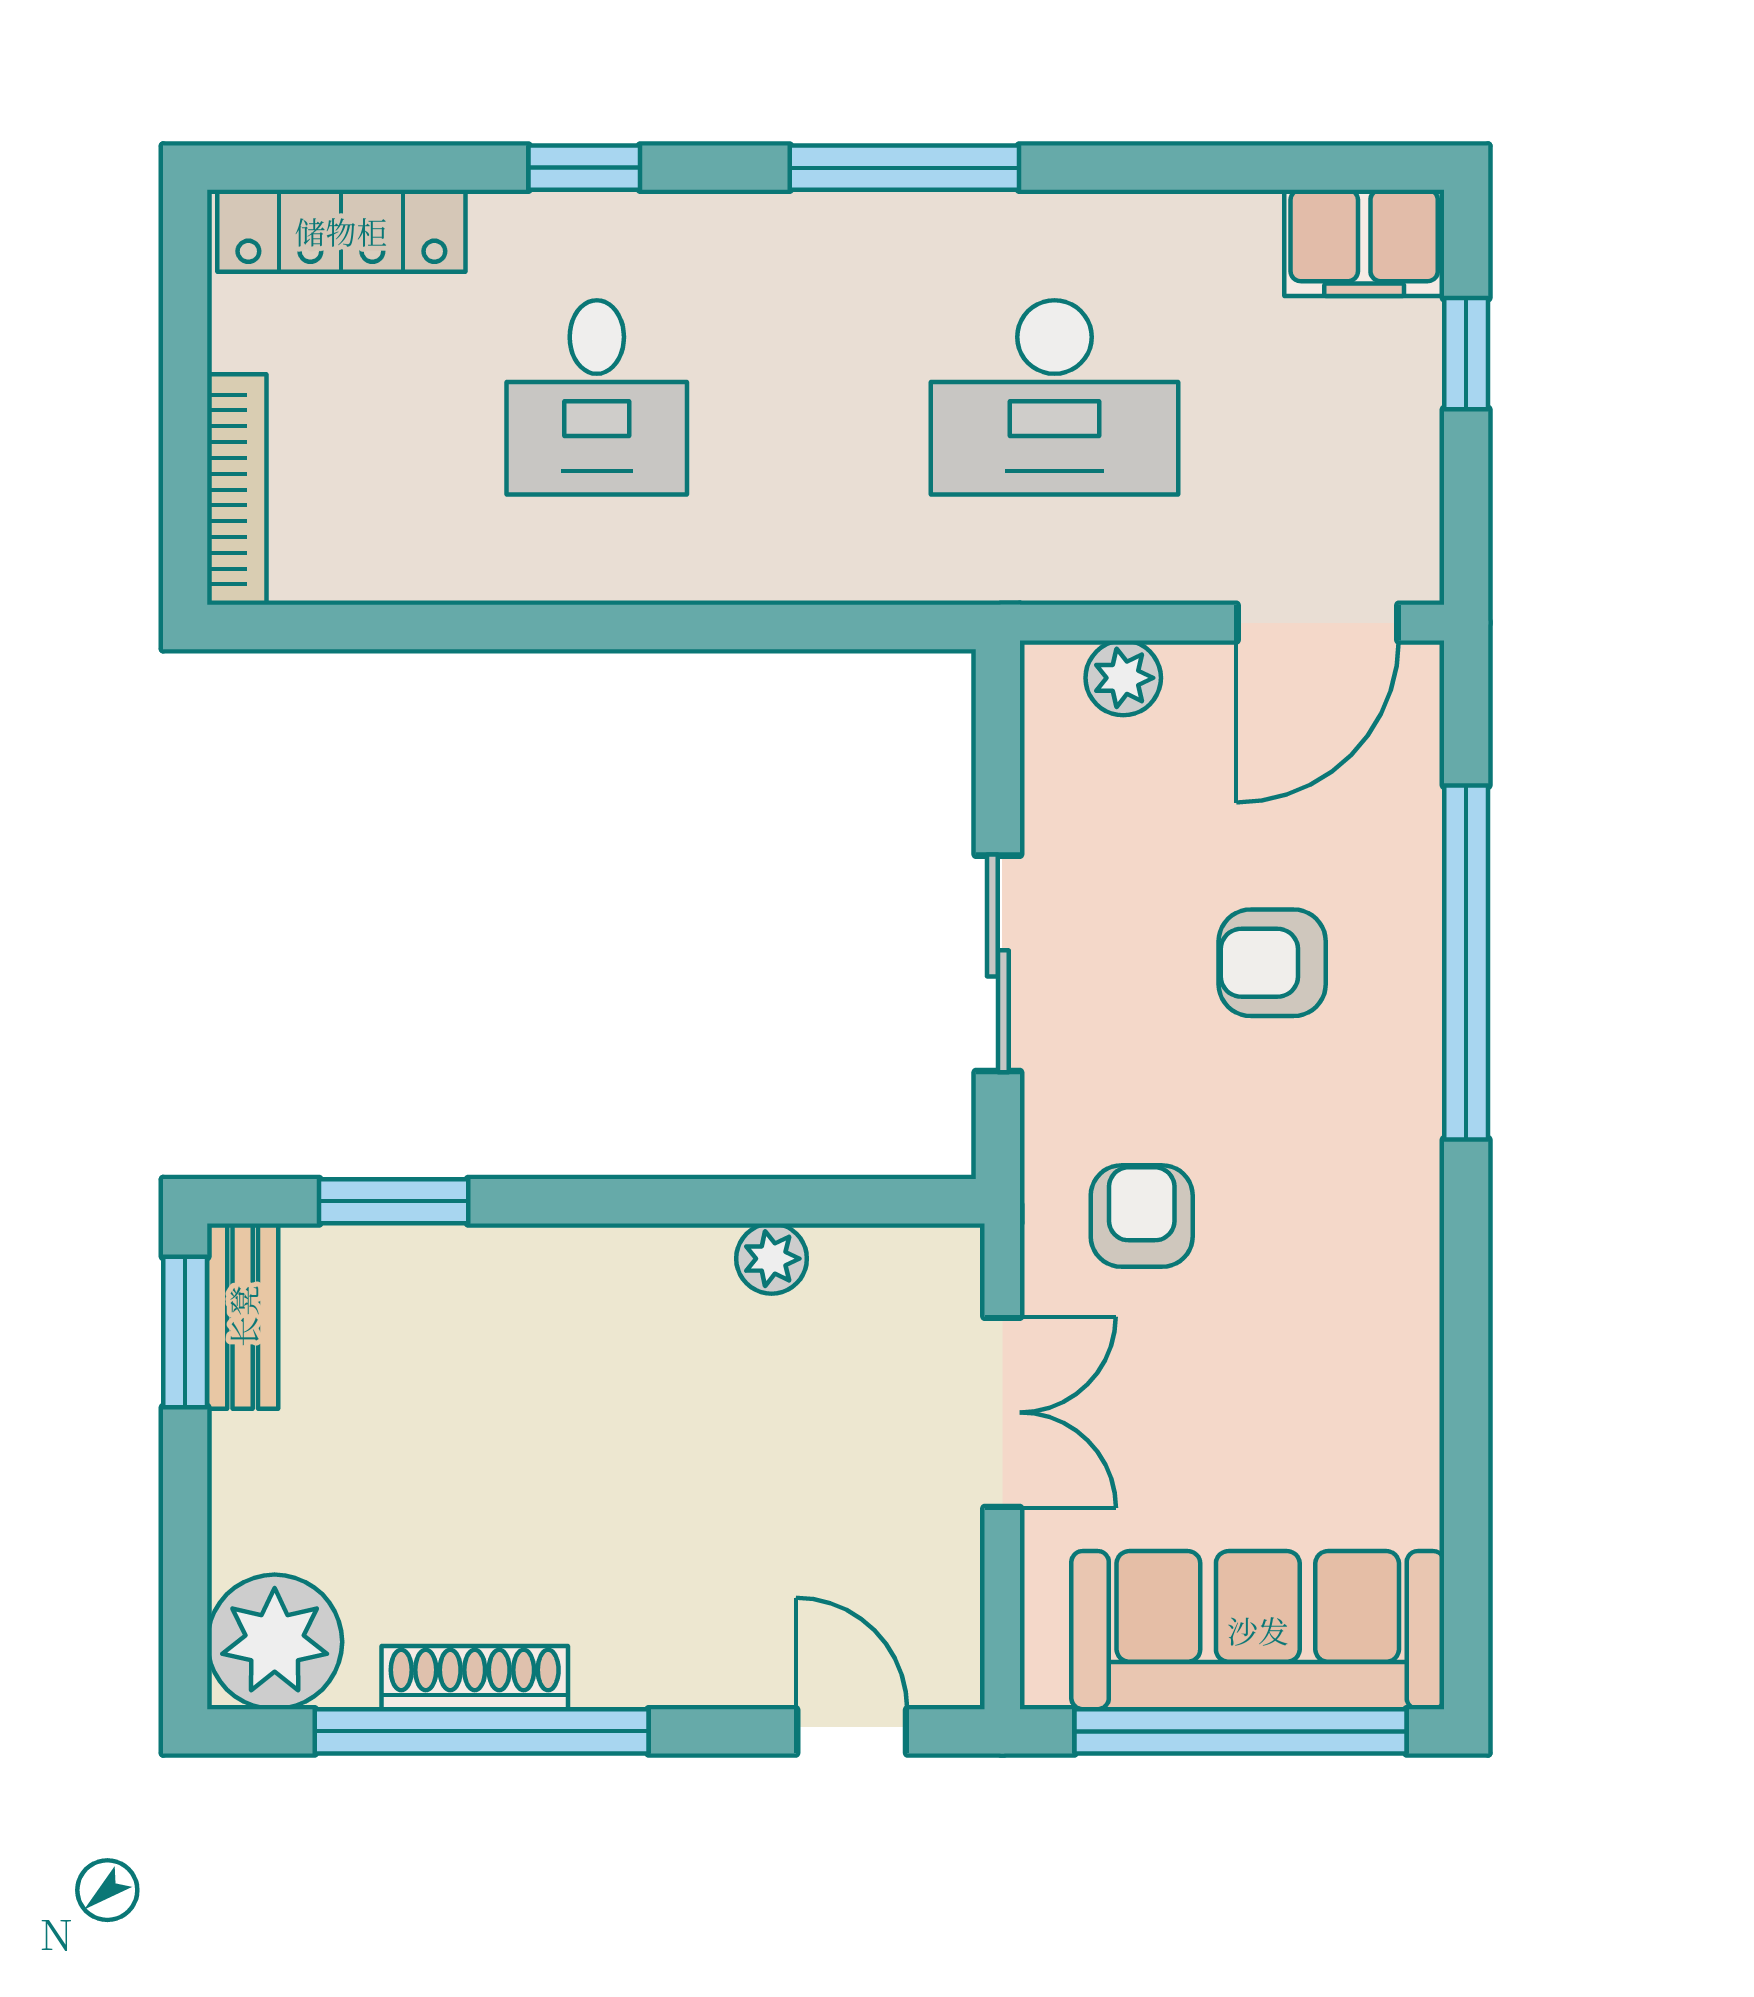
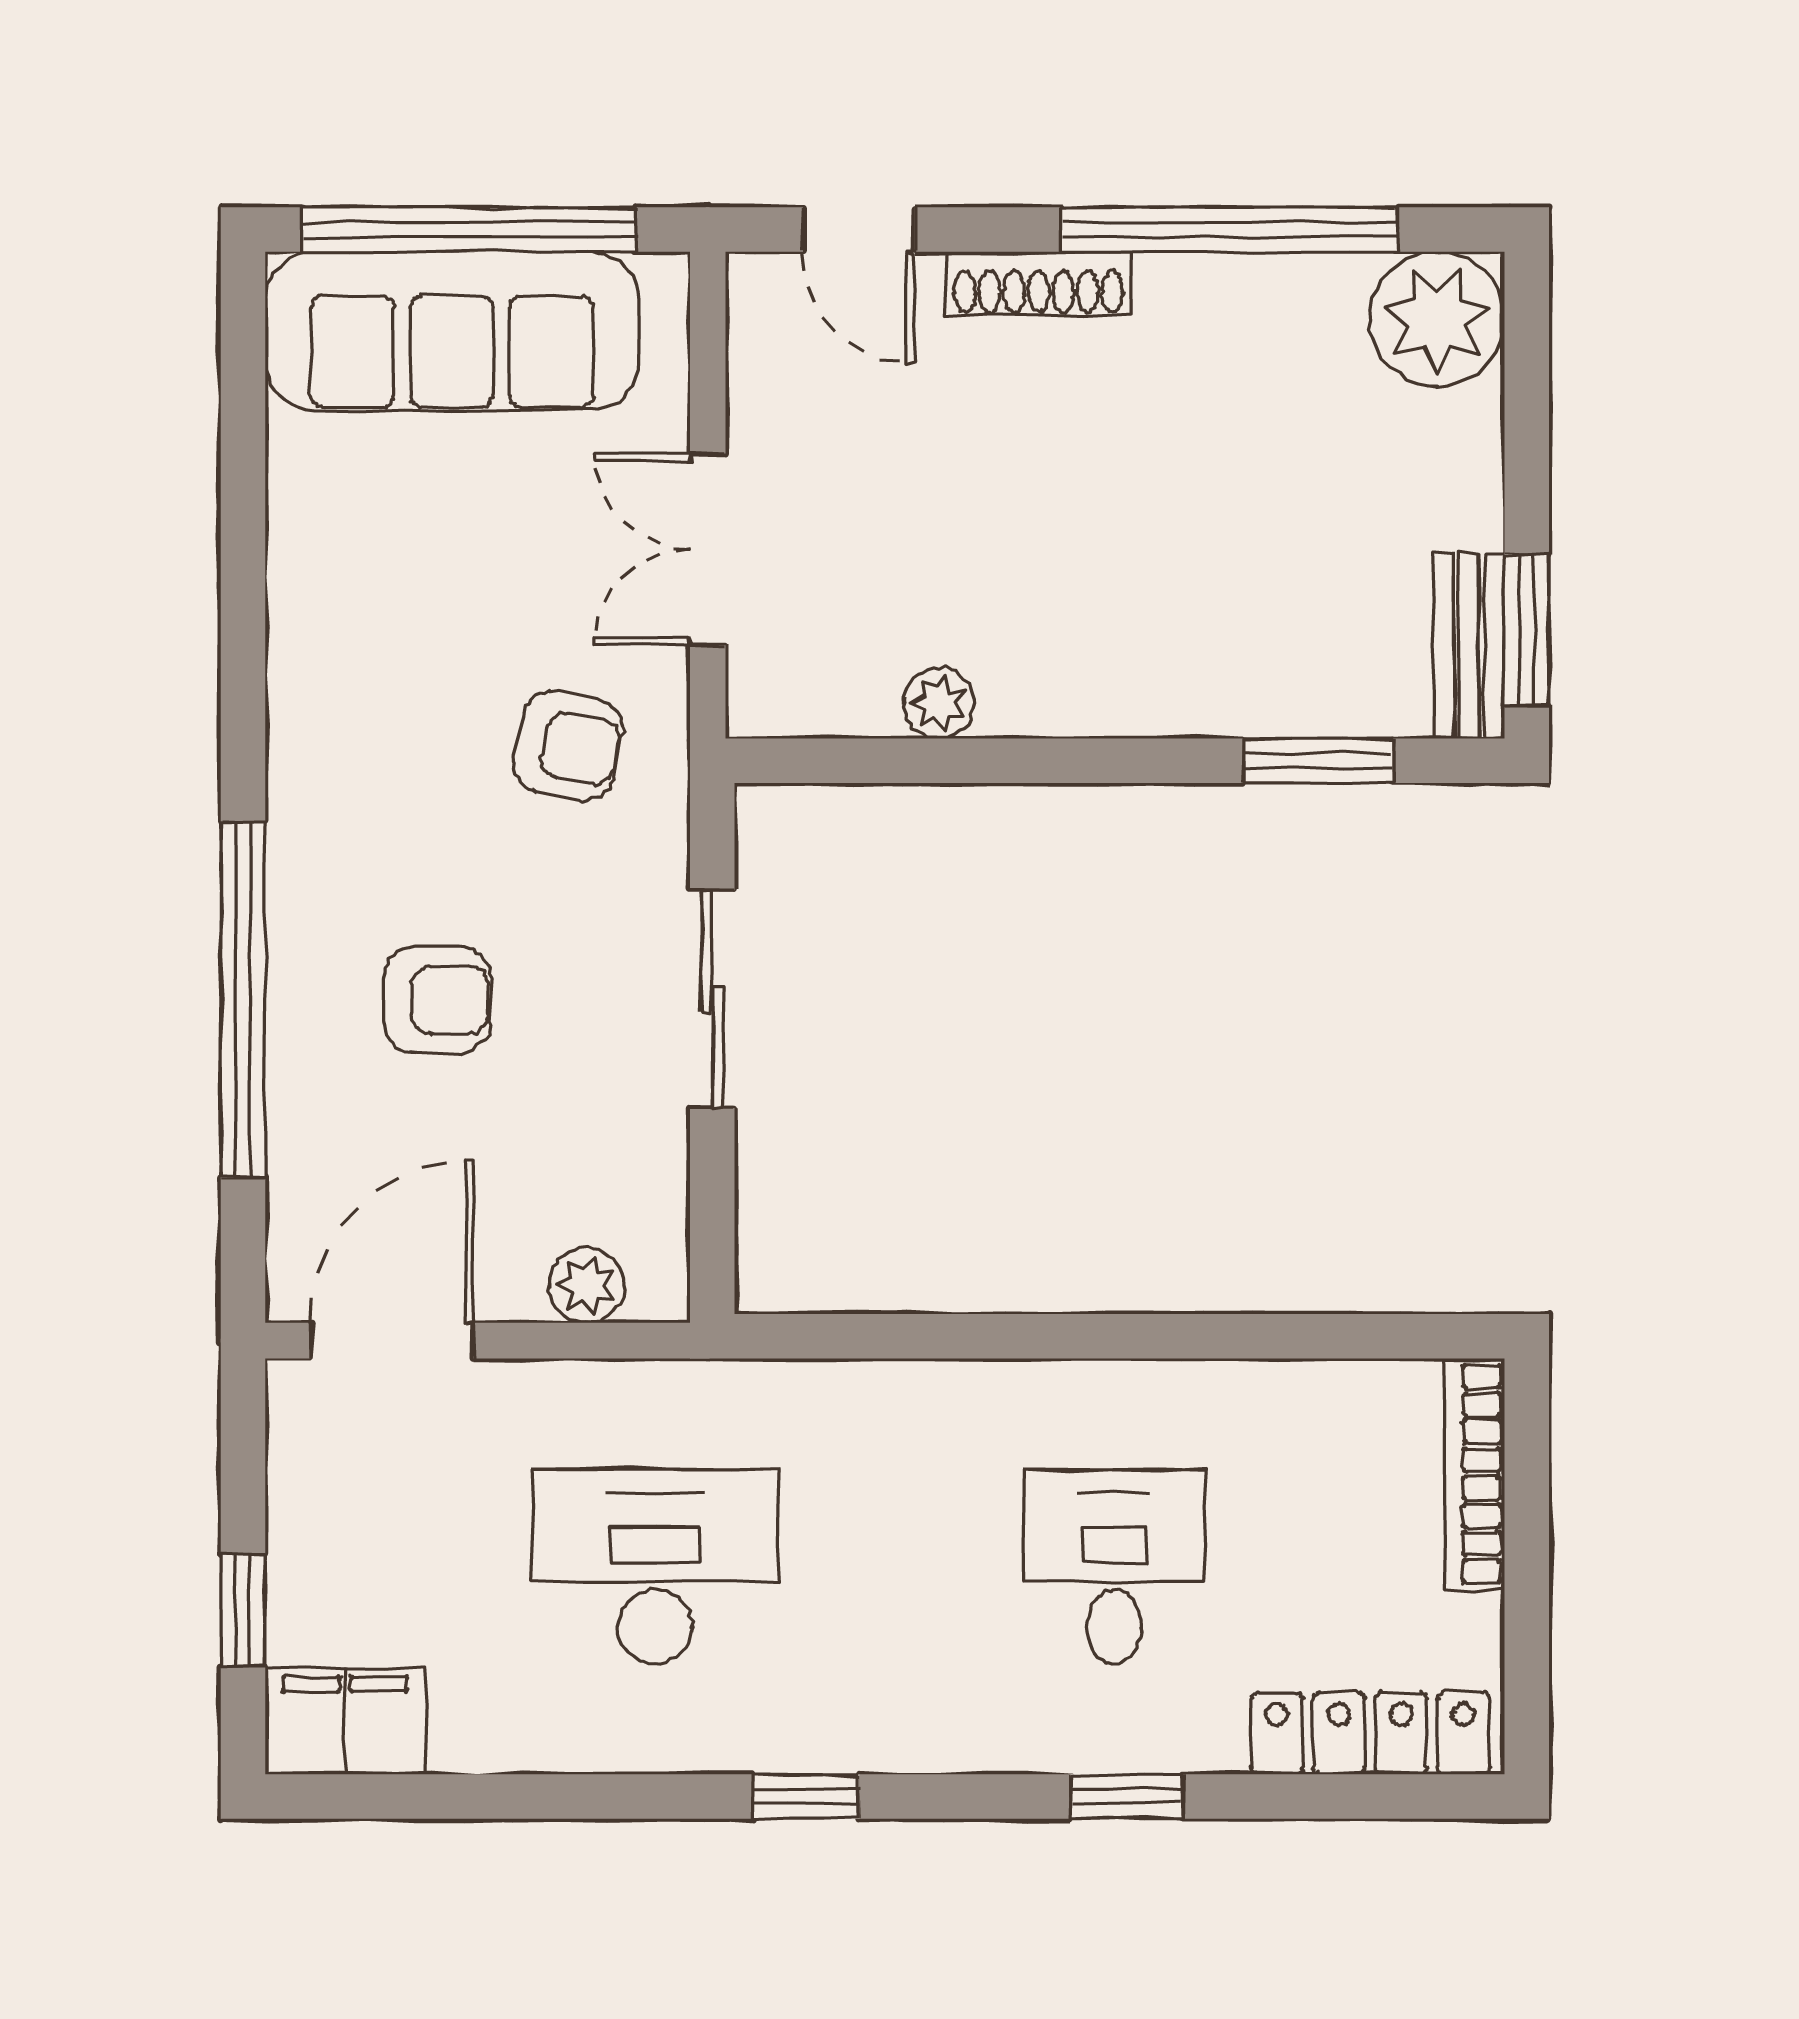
window: (904, 168) -> (806, 1797), width x0.46
armchair: (1142, 1216) -> (568, 746), turned -78
shoe rack: (475, 1678) -> (1039, 283), moved

